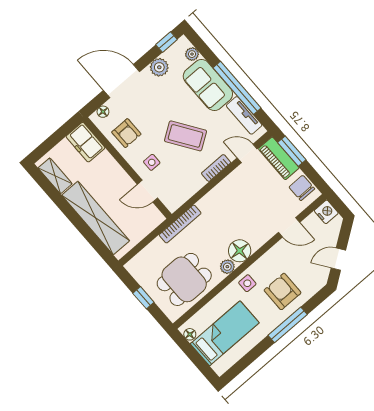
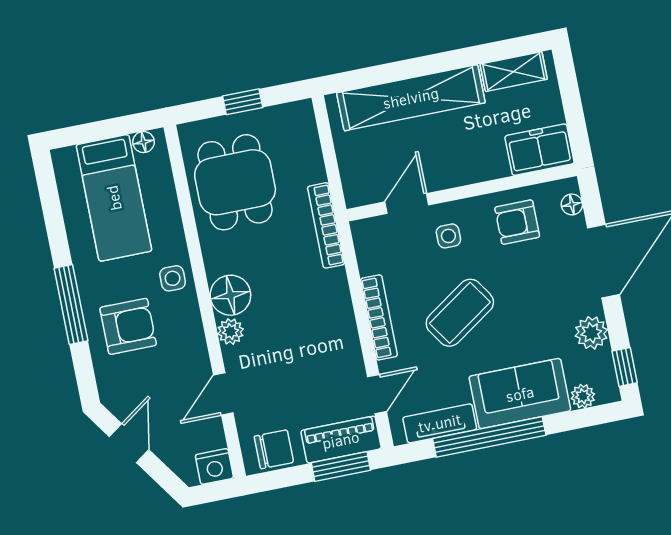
bookcase: (216, 168) -> (379, 317), width x1.56
plant: (227, 267) -> (230, 332), moved

